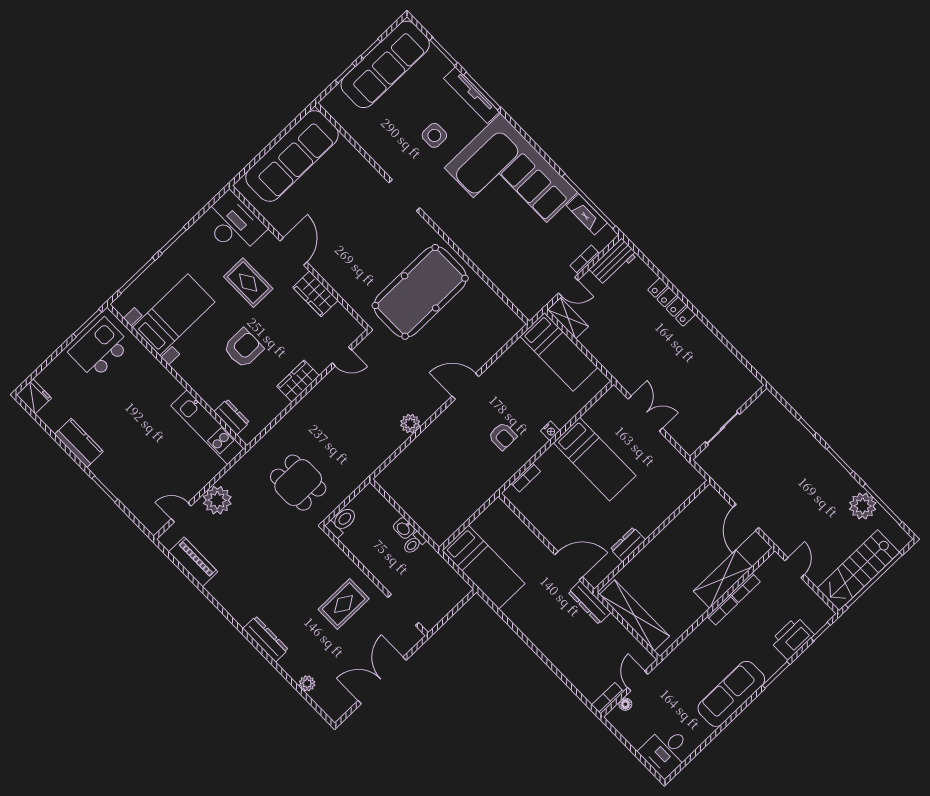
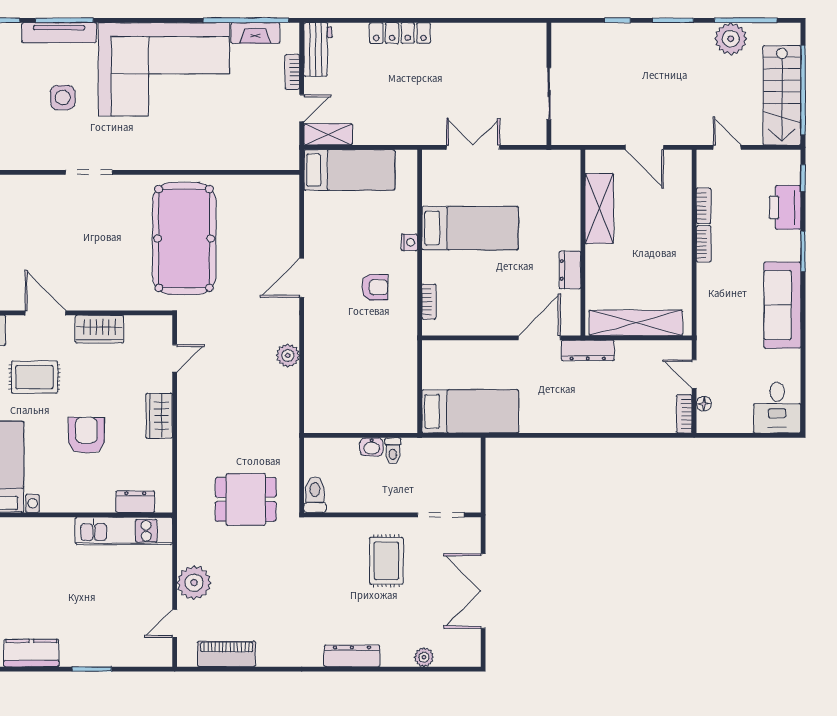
shelving: (723, 579) -> (599, 208), moved

